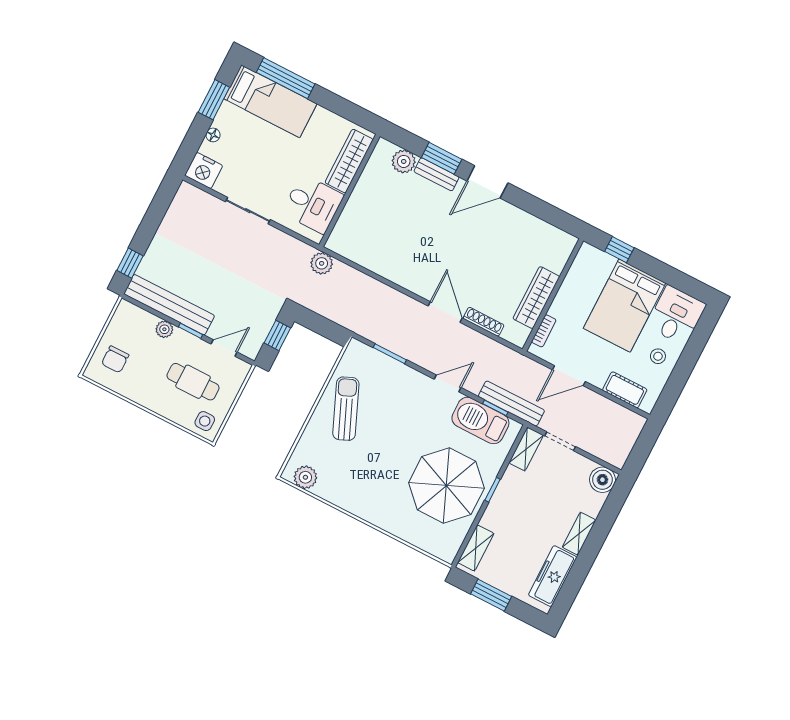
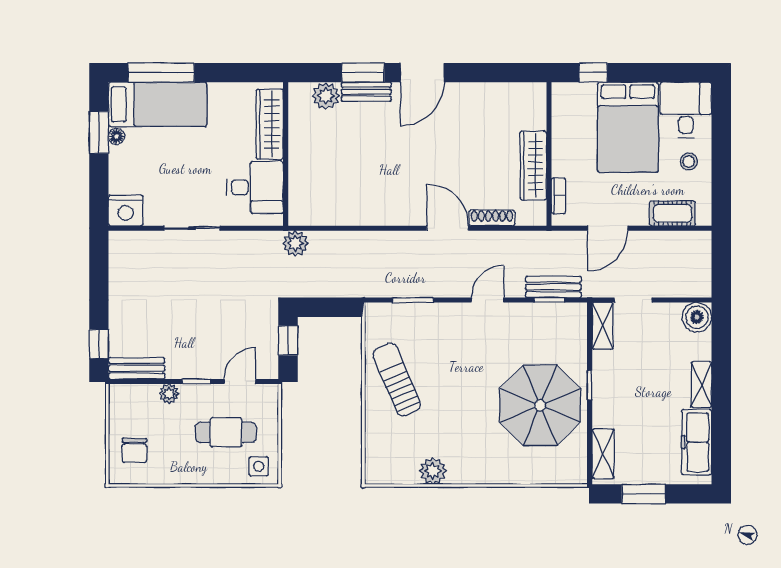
floor lamp: (213, 135) -> (117, 136), moved
bench: (169, 305) -> (137, 368), width x0.54, depth x0.82
bench: (511, 403) -> (553, 287), width x0.73
barbecue: (480, 420) -> (541, 321), removed
plant: (305, 477) -> (433, 471), moved

